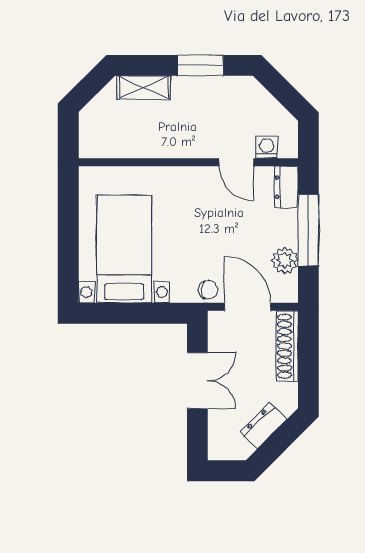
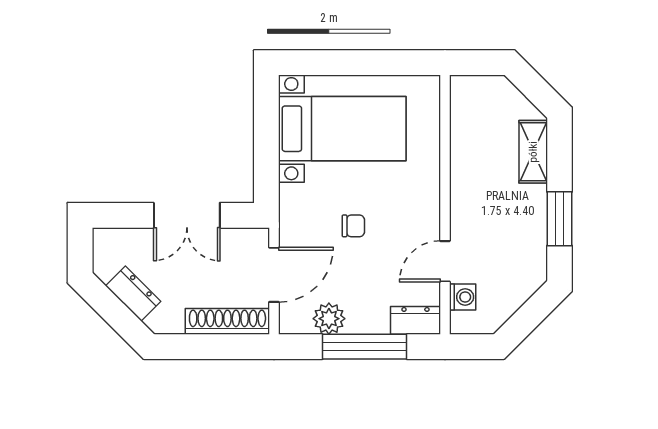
chair: (208, 290) -> (353, 226), moved, turned -90

